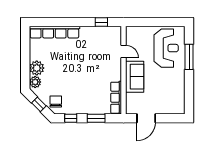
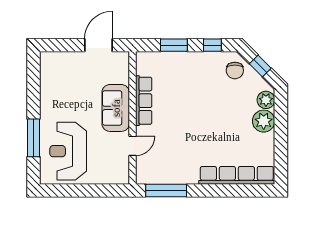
window: (101, 22) -> (166, 190), width x2.17
door: (124, 52) -> (132, 146), swing flipped
row of seats: (116, 98) -> (144, 101), moved

